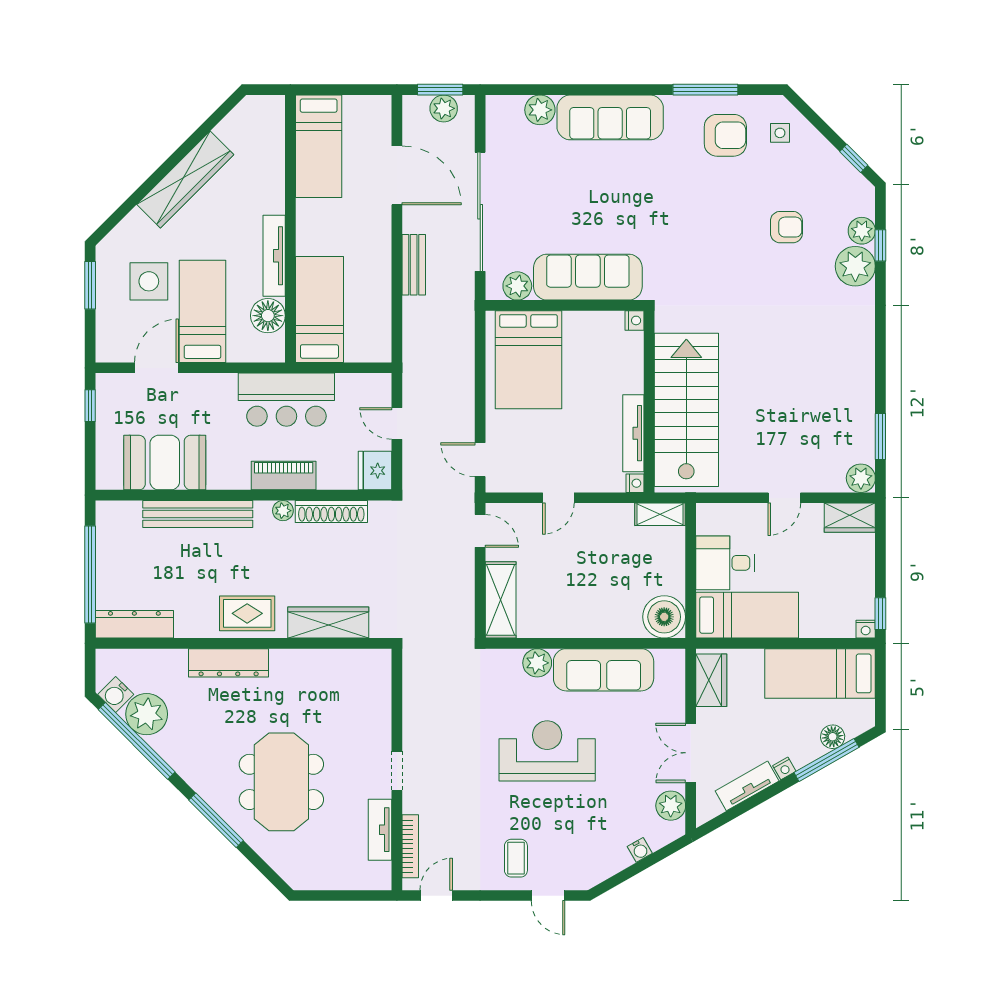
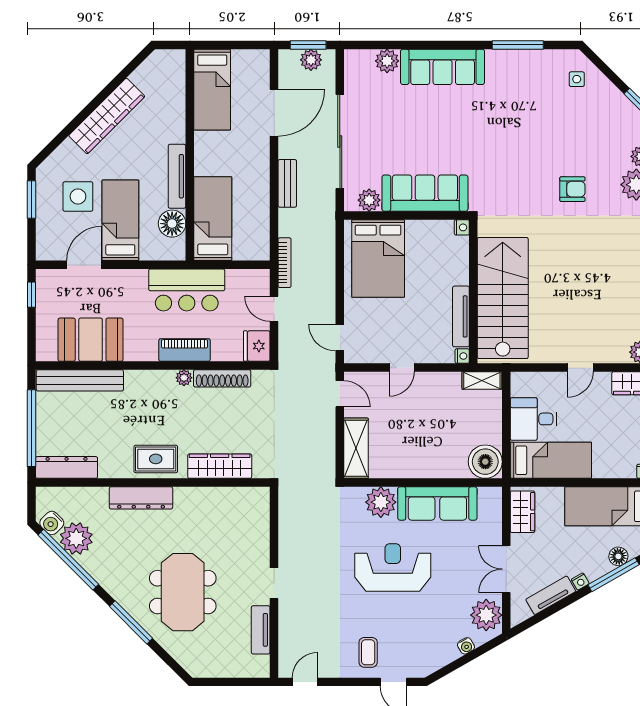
armchair: (725, 135) -> (534, 81), removed
door: (397, 175) -> (274, 113), hinge flipped
armchair: (786, 227) -> (572, 189), moved
bench: (198, 514) -> (80, 380), moved
plant: (537, 663) -> (381, 502), width x1.36, depth x1.36
plant: (671, 806) -> (486, 615), width x1.36, depth x1.36
bookcase: (410, 846) -> (285, 263), moved

